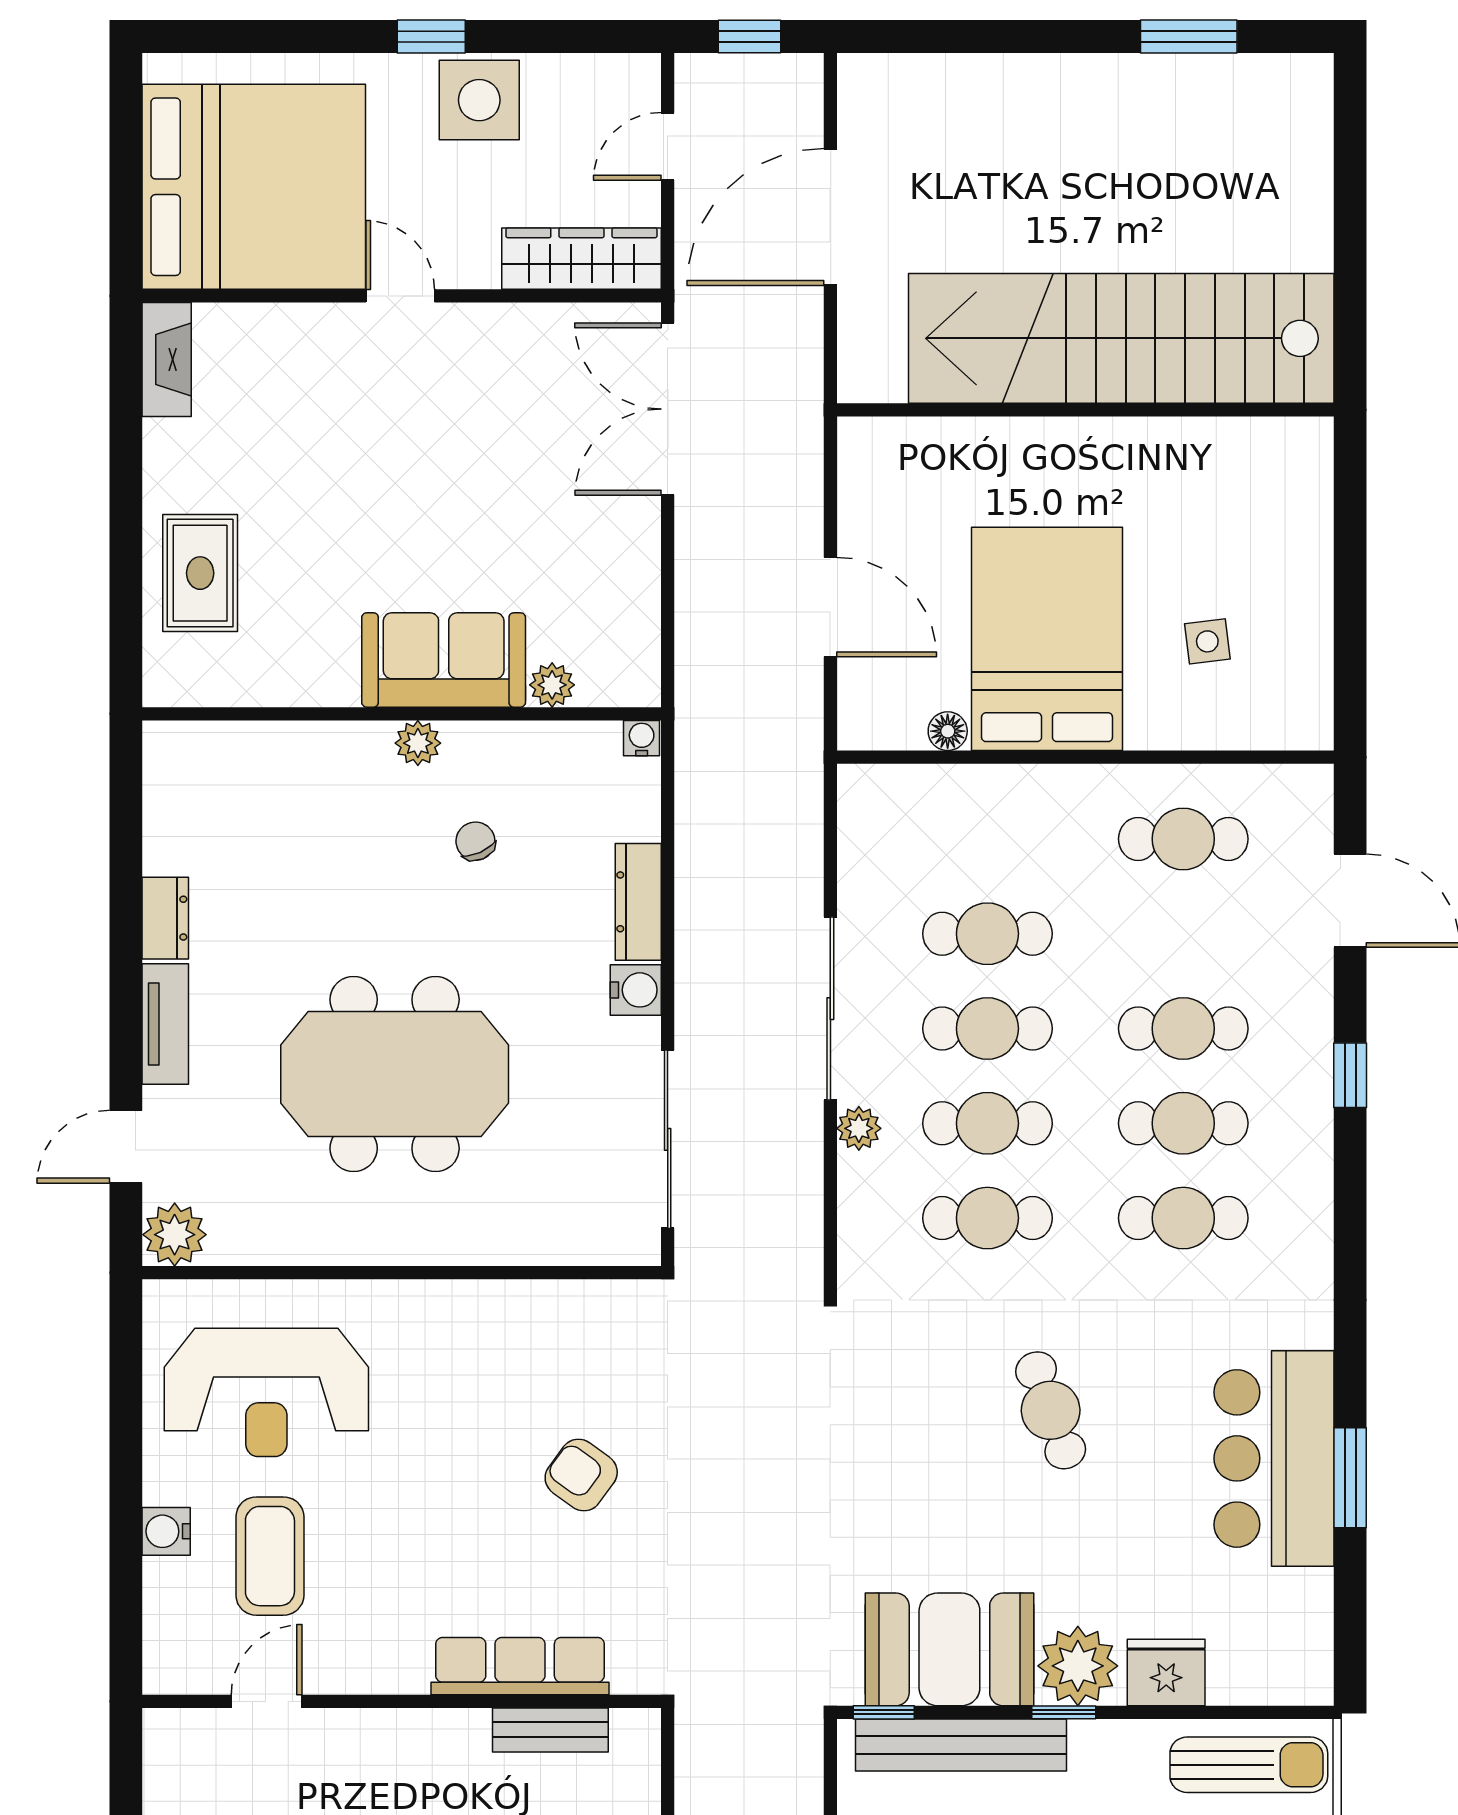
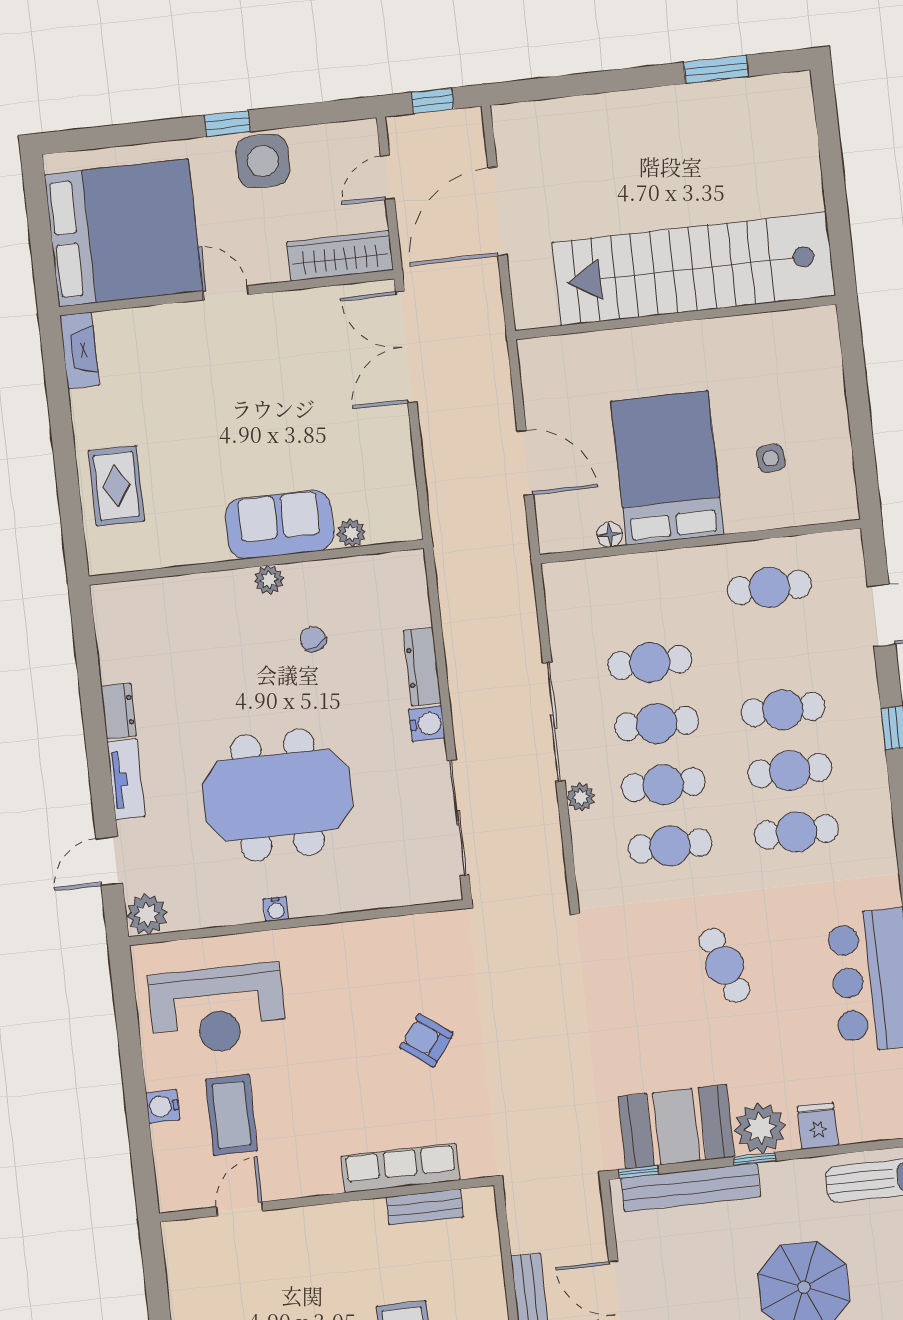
water cooler: (642, 738) -> (276, 909), moved, turned 180
fridge: (1166, 1672) -> (818, 1126), width x0.72

